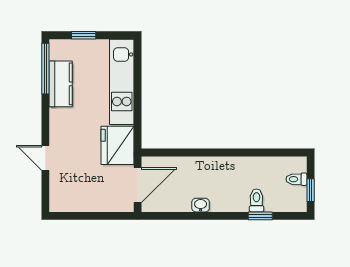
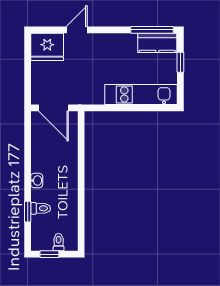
kitchen counter: (61, 84) -> (157, 43), moved
fridge: (117, 145) -> (47, 47), moved, turned 180
washbasin: (201, 205) -> (37, 180), moved

